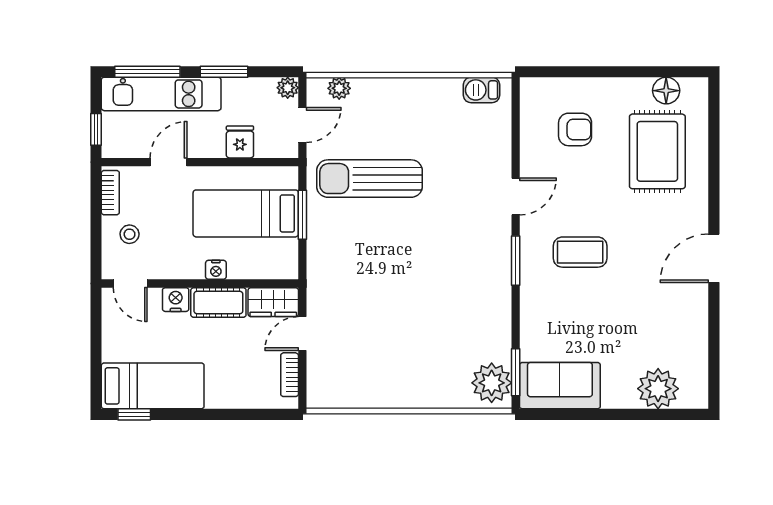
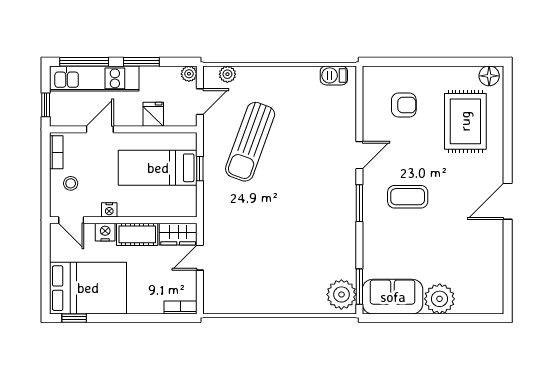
floor lamp: (666, 91) -> (489, 76), moved
sun lounger: (369, 179) -> (250, 142), turned -70
window: (302, 215) -> (200, 169), width x0.67
nightstand: (216, 270) -> (109, 210), moved
bookcase: (290, 375) -> (180, 307), moved, turned 90
bed: (153, 386) -> (88, 288), width x1.50
plant: (658, 389) -> (440, 299), moved

